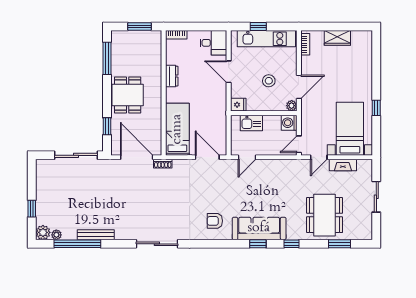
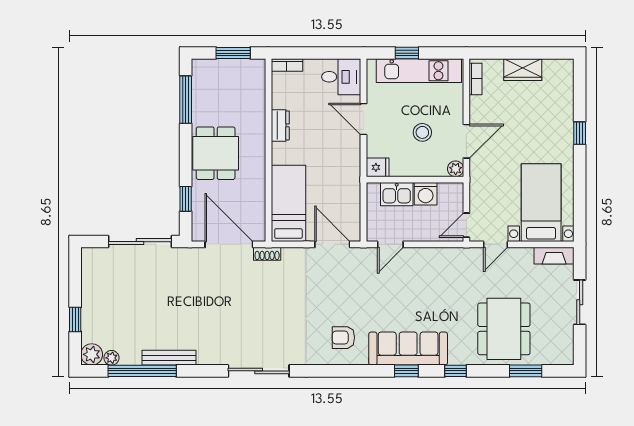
window: (376, 108) -> (580, 133), moved
washing machine: (289, 123) -> (426, 194), moved, turned -90
fireplace: (343, 165) -> (554, 256), moved

